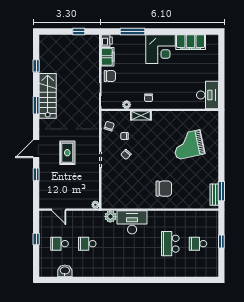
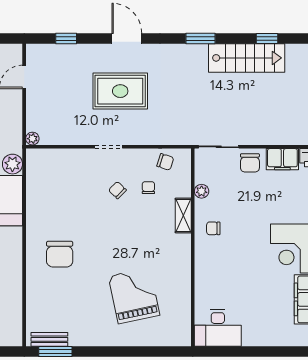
stairs: (48, 96) -> (247, 58), moved
rug: (67, 153) -> (120, 91), width x1.36, depth x1.43
window: (36, 174) -> (66, 38), moved

